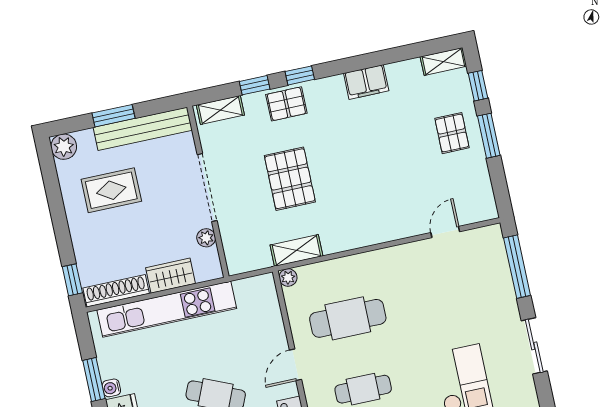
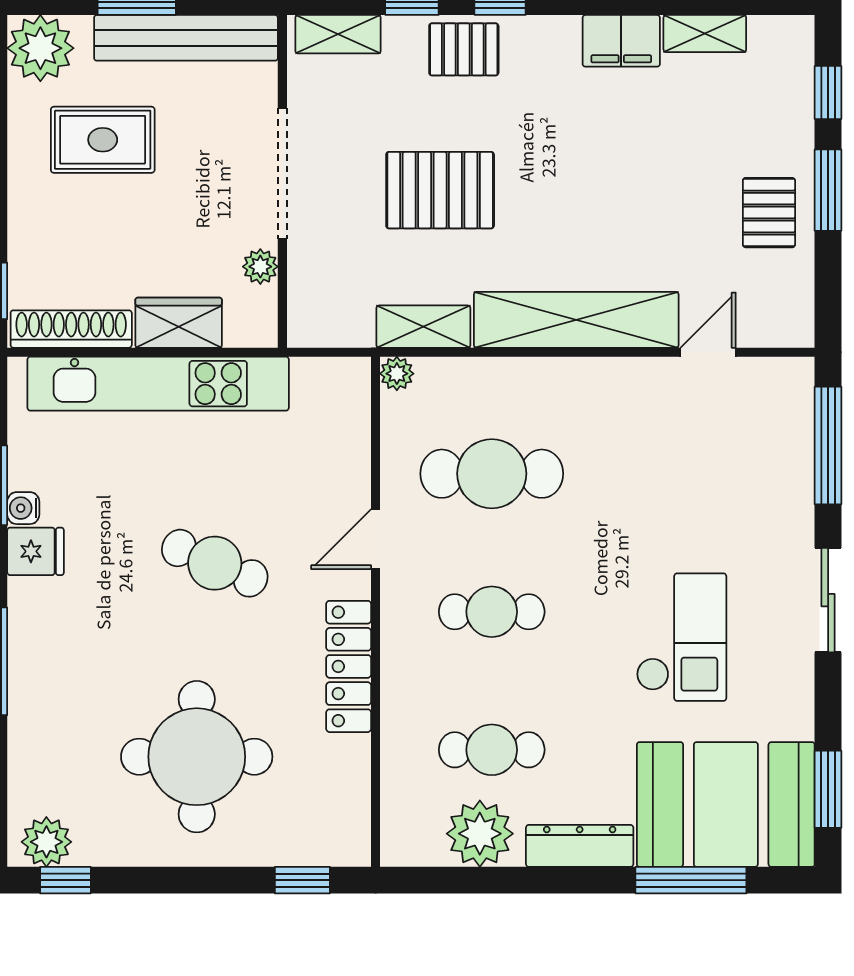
shelving: (443, 61) -> (705, 34), moved
pallet: (452, 133) -> (769, 213), moved
plant: (64, 147) -> (40, 48), width x1.36, depth x1.36
pallet: (290, 179) -> (440, 190), turned 90
shelving: (374, 230) -> (576, 320), added

